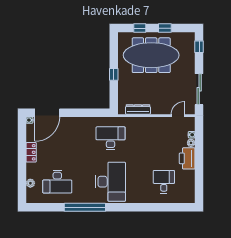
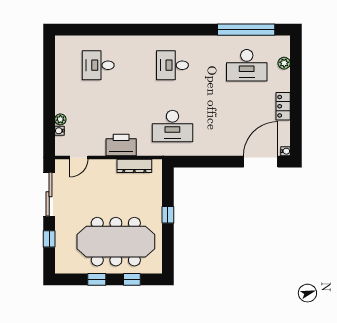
window: (199, 47) -> (49, 239), moved
printer: (187, 158) -> (121, 145), moved, turned -90
desk: (57, 182) -> (247, 65), turned 180
desk: (111, 182) -> (172, 65), width x0.53, depth x0.77
desk: (164, 182) -> (98, 65), turned 90
window: (85, 207) -> (246, 30), moved

